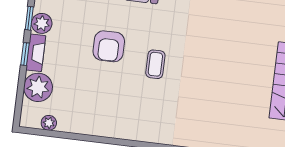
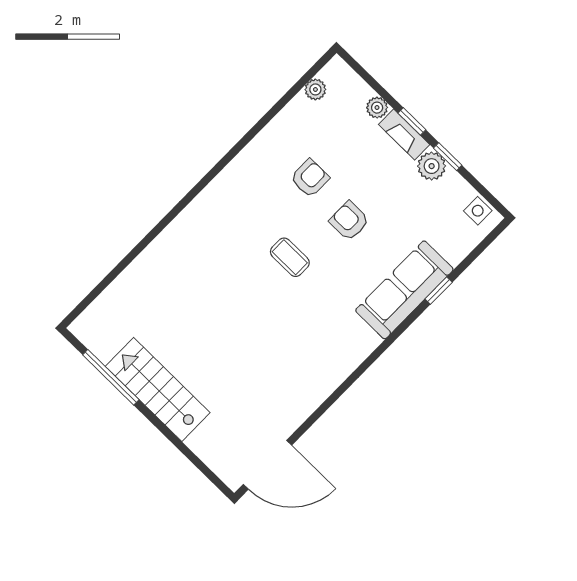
armchair: (109, 46) -> (349, 221), width x0.72, depth x0.72
plant: (38, 87) -> (377, 108), width x0.53, depth x0.53
armchair: (102, 87) -> (310, 178), added

